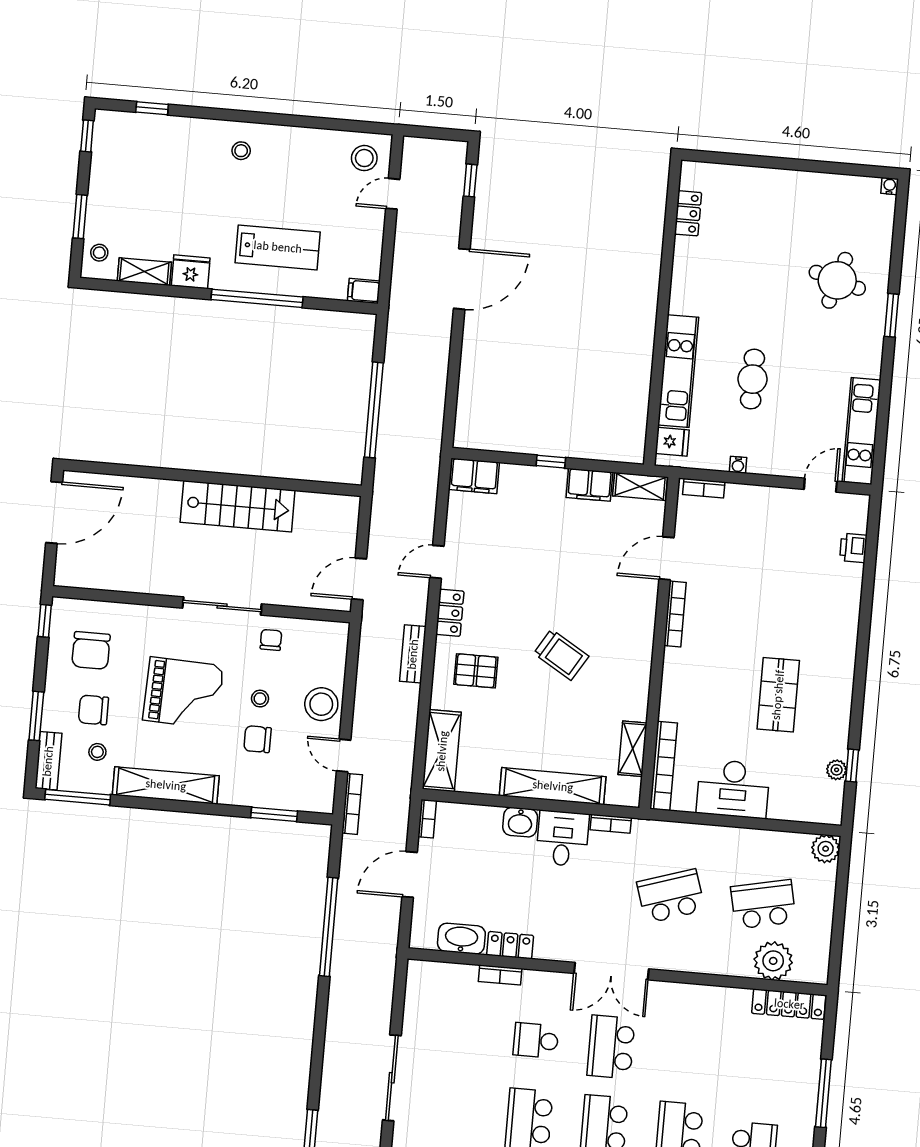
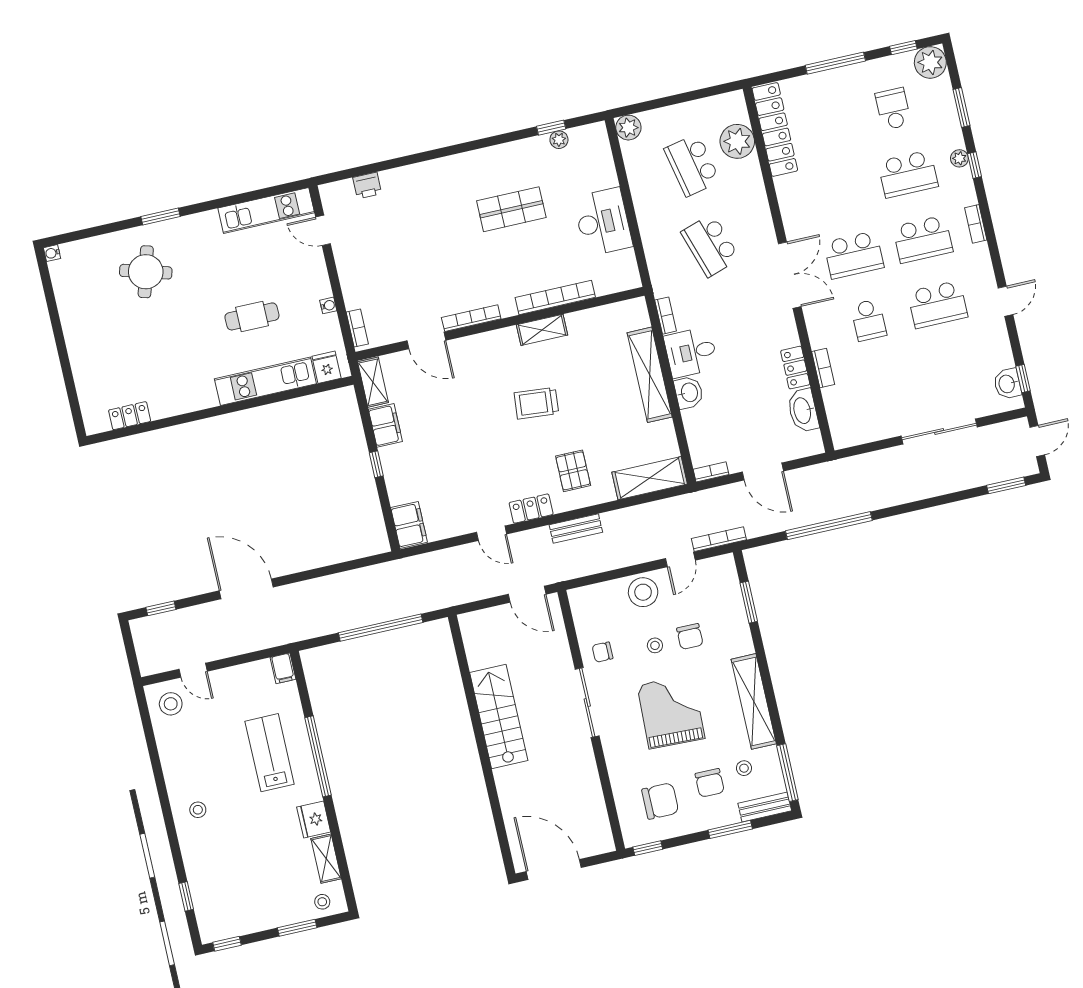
trolley: (561, 655) -> (536, 403), turned -116
shelving: (633, 749) -> (542, 330), moved
bookcase: (663, 766) -> (555, 297), moved
locker: (789, 1004) -> (775, 129), width x1.41, depth x1.21

